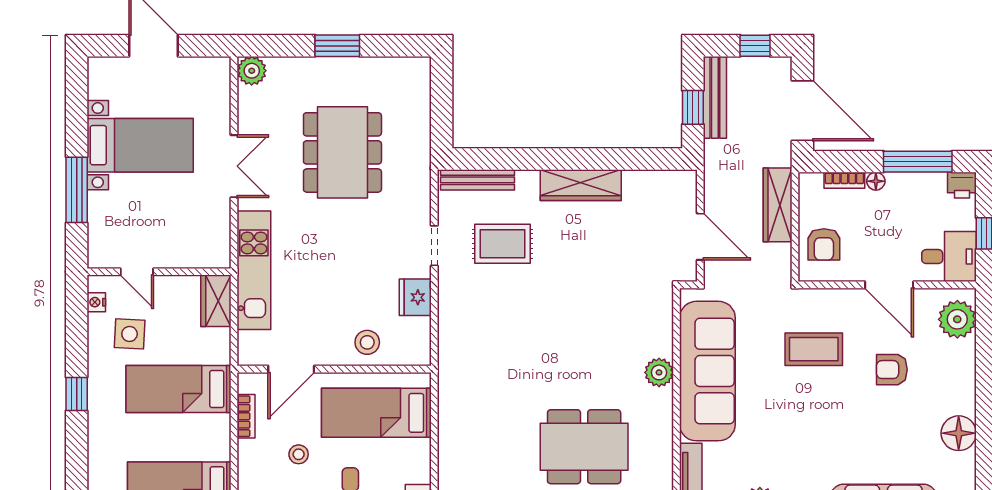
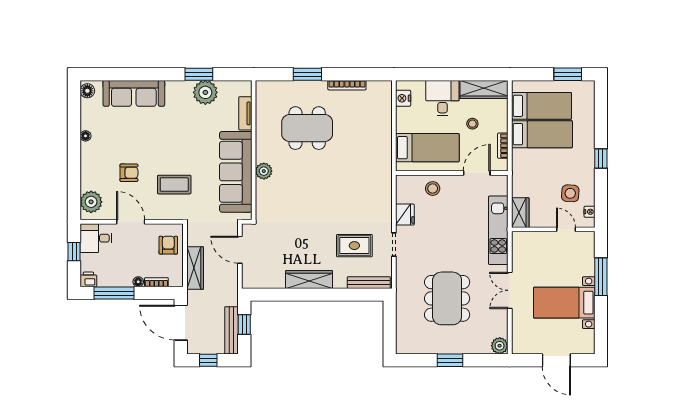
bed: (179, 389) -> (542, 134), moved
floor lamp: (959, 433) -> (86, 136), width x0.53, depth x0.53

